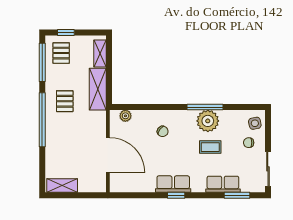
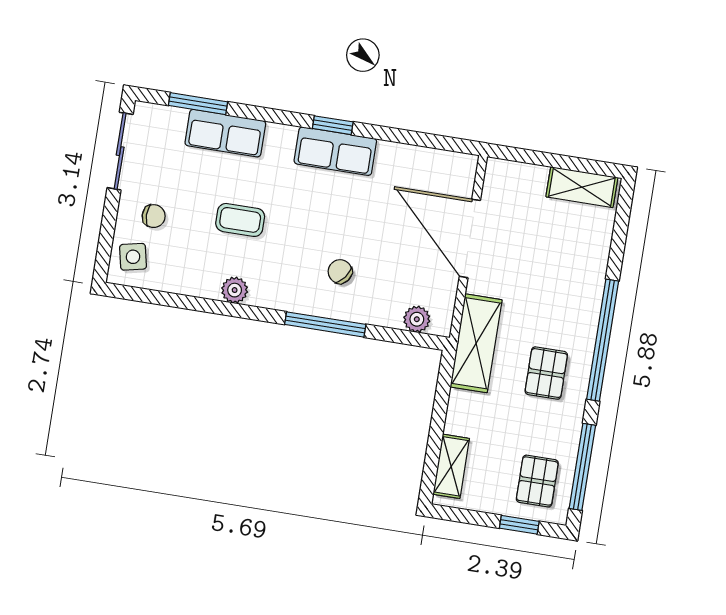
shelving: (98, 89) -> (476, 343), moved
window: (205, 107) -> (325, 324), moved
plant: (208, 121) -> (235, 290), width x0.53, depth x0.53

